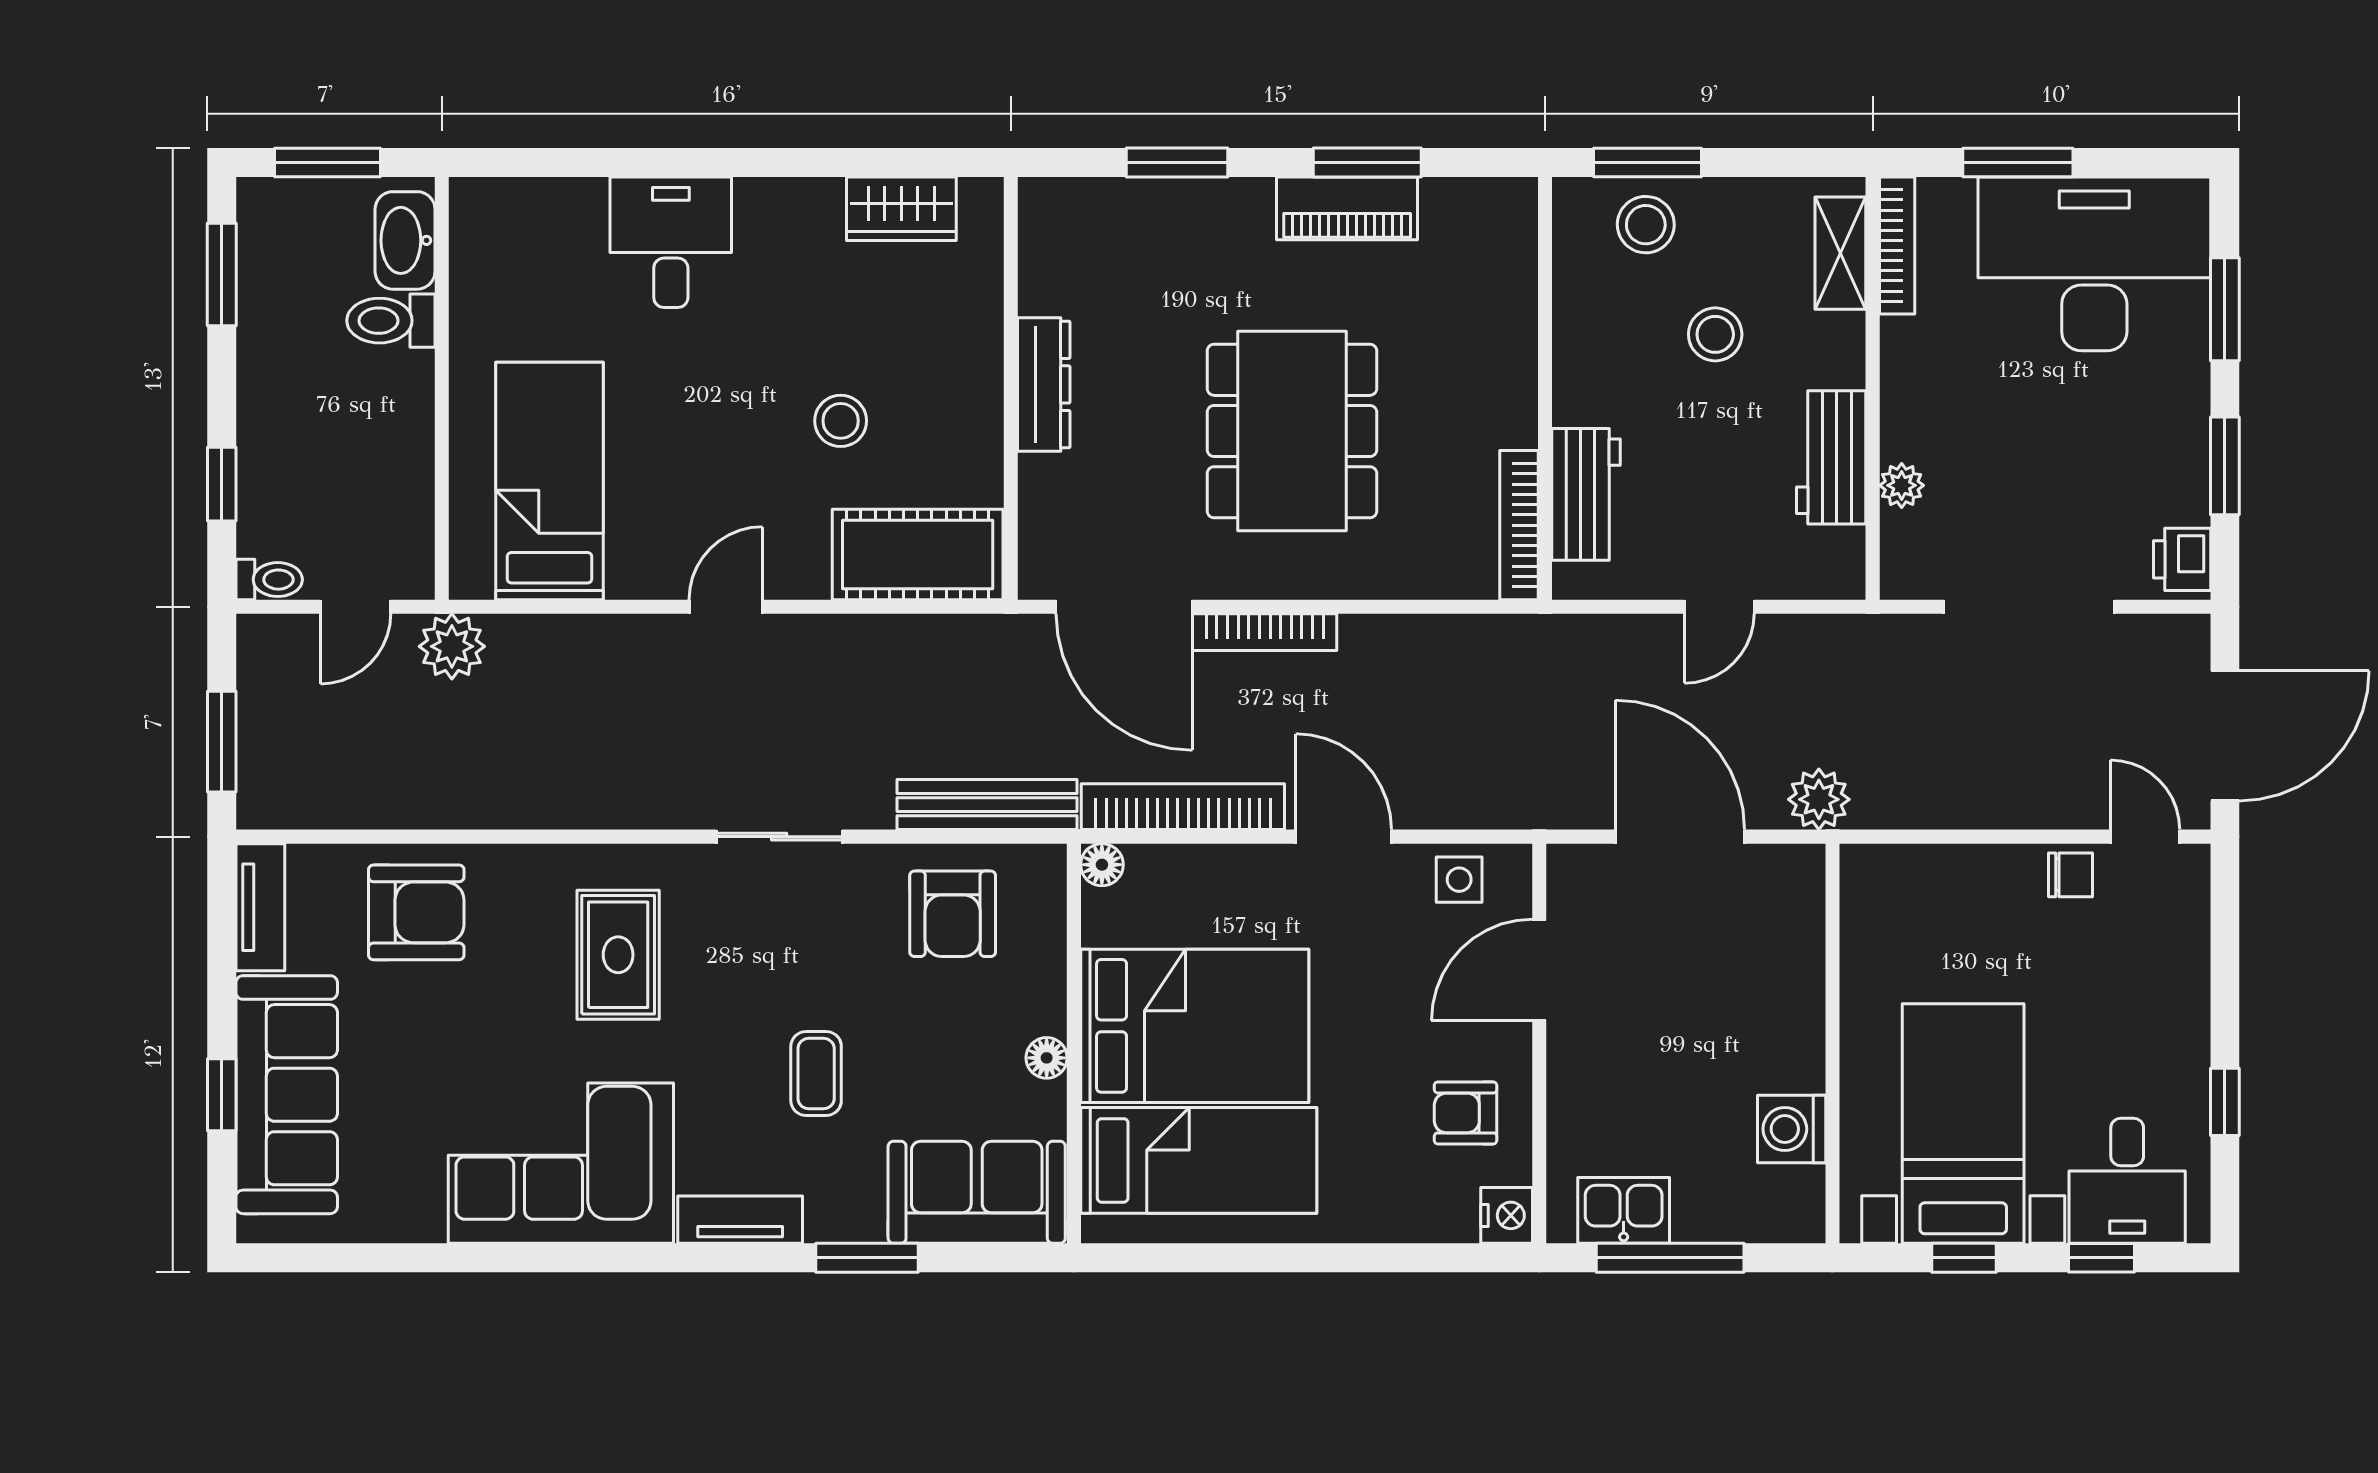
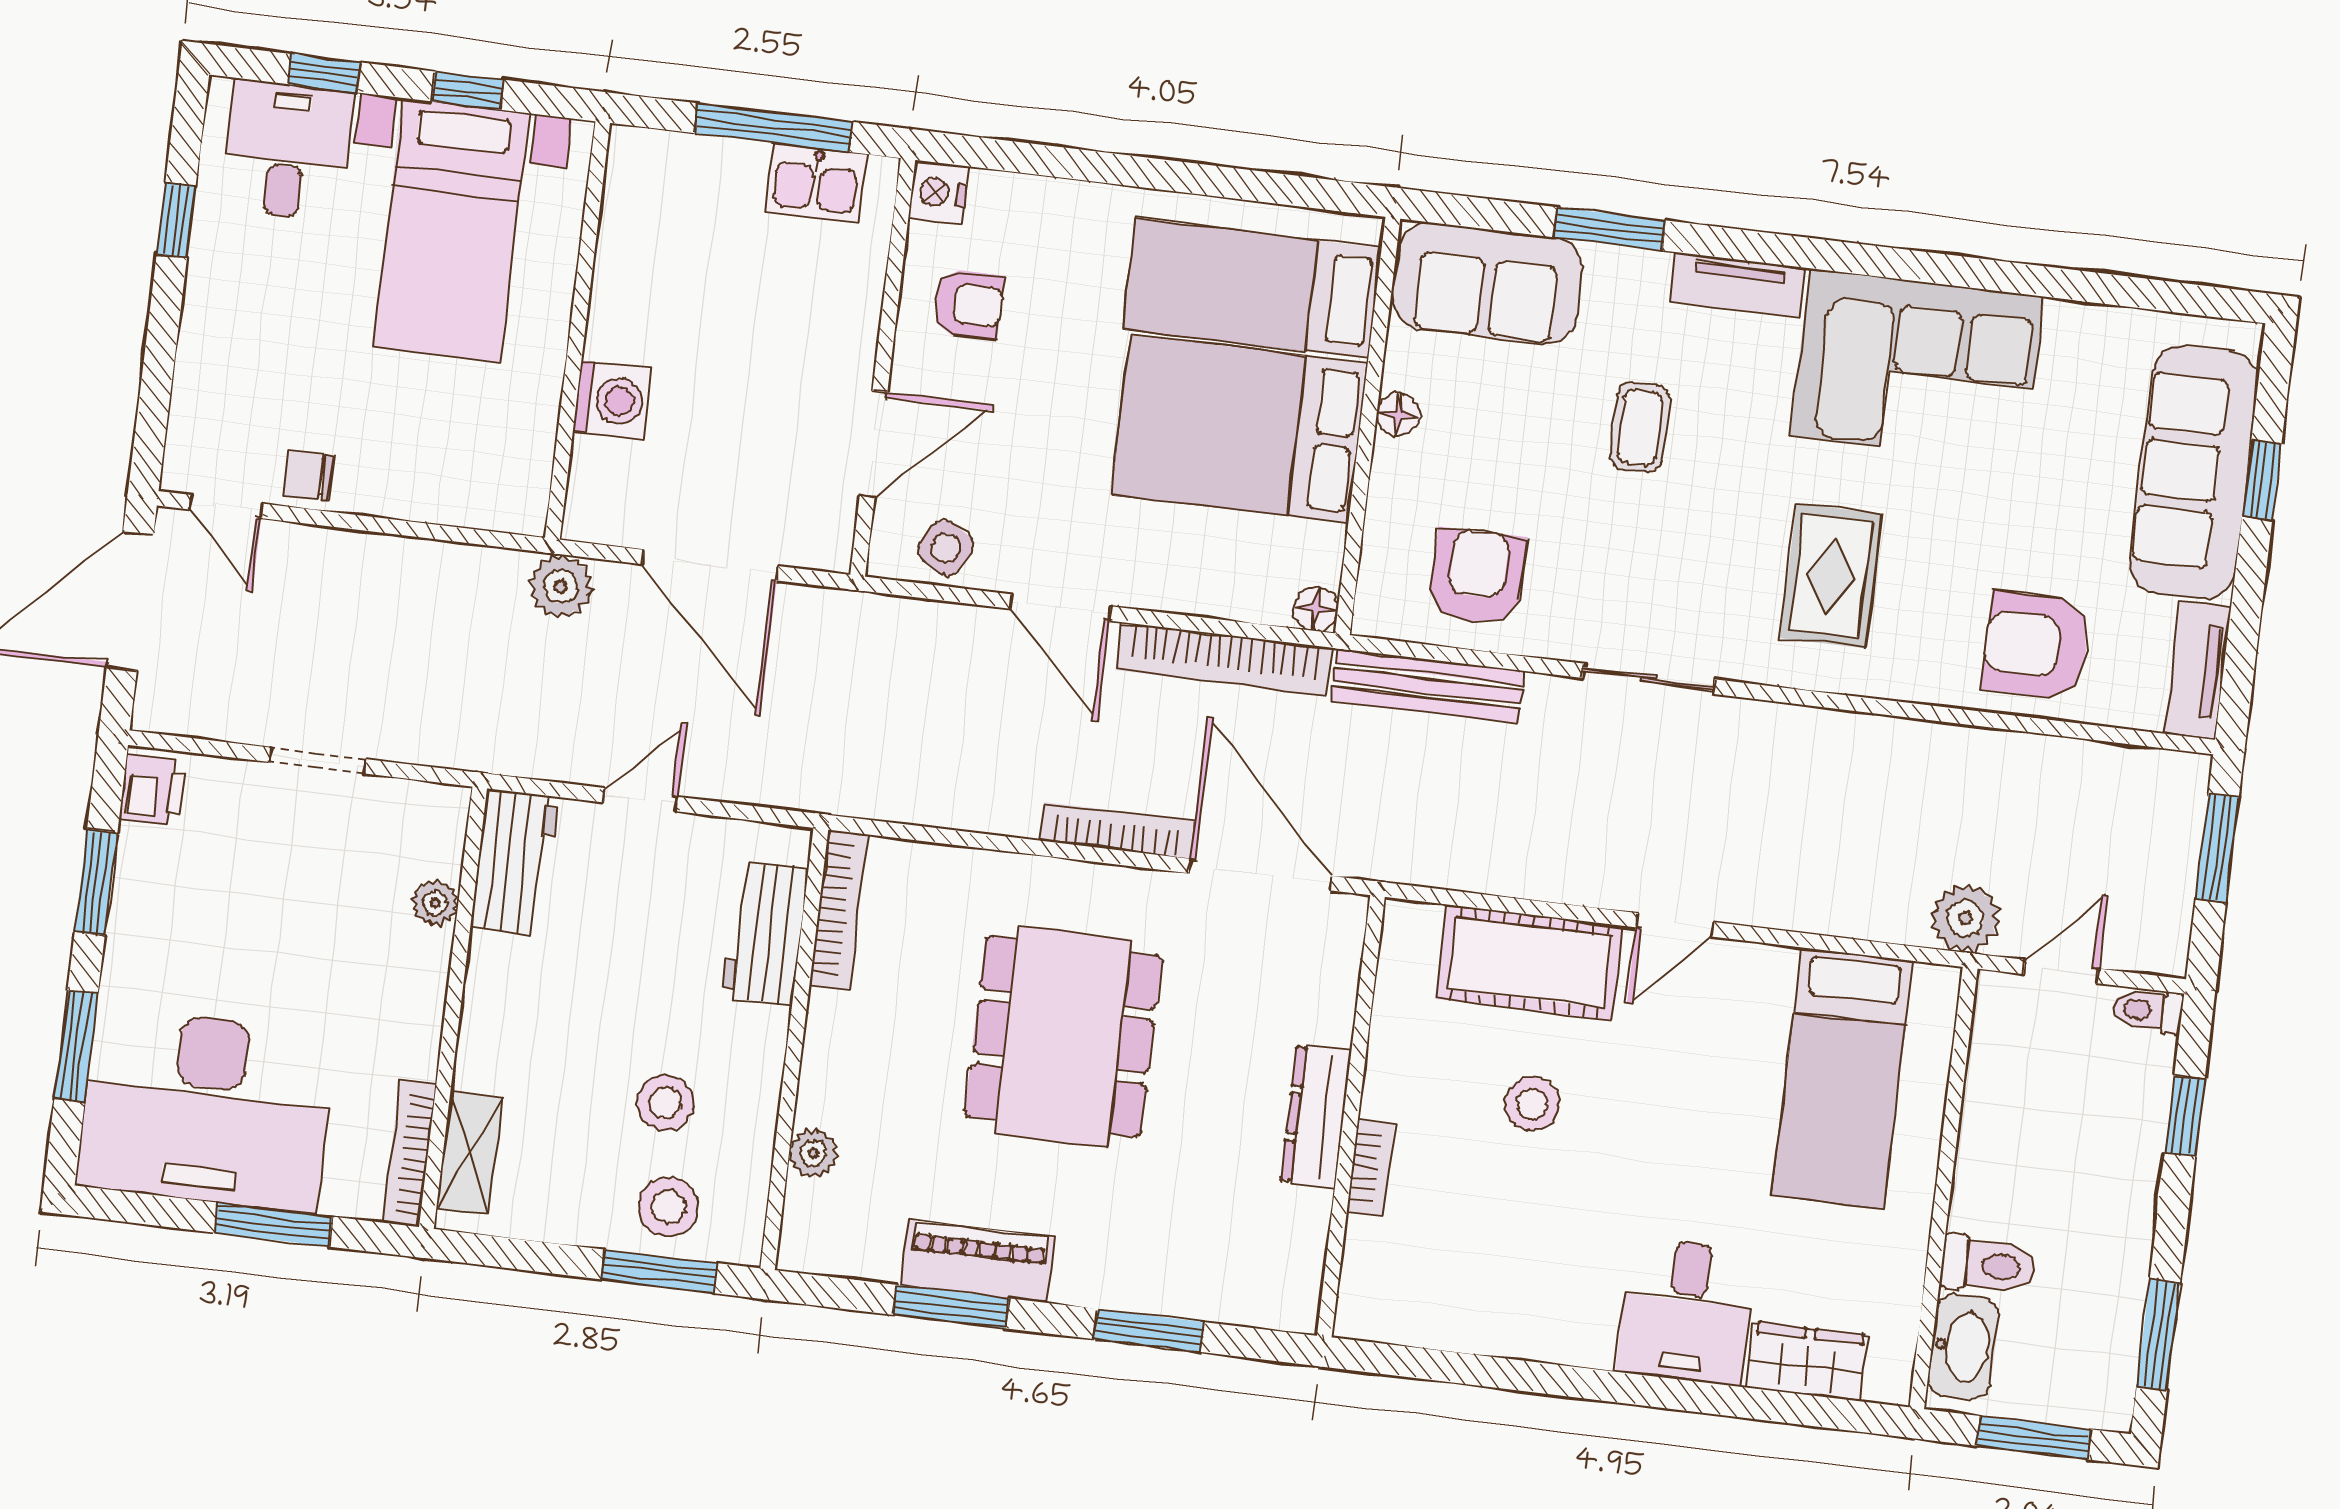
wardrobe: (901, 209) -> (1807, 1361), moved
plant: (1515, 292) -> (814, 1153), added
stool: (1715, 334) -> (665, 1103), moved
bookcase: (986, 342) -> (1371, 1168), added
workbench: (1831, 457) -> (514, 862), moved
cot: (918, 555) -> (1529, 962), moved
doorway: (2029, 607) -> (317, 760), width x0.53
side table: (1459, 880) -> (946, 548), turned 30
washing machine: (1792, 1129) -> (612, 400), moved

